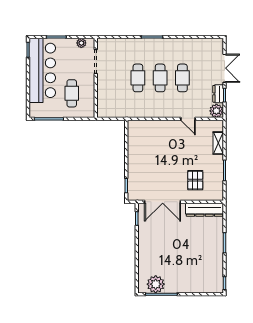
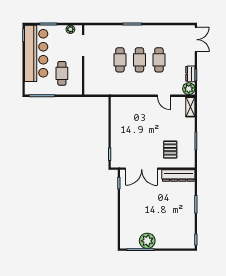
double door: (224, 68) -> (196, 40), moved
shelving: (218, 143) -> (190, 107), moved
plant: (156, 284) -> (147, 241), moved

